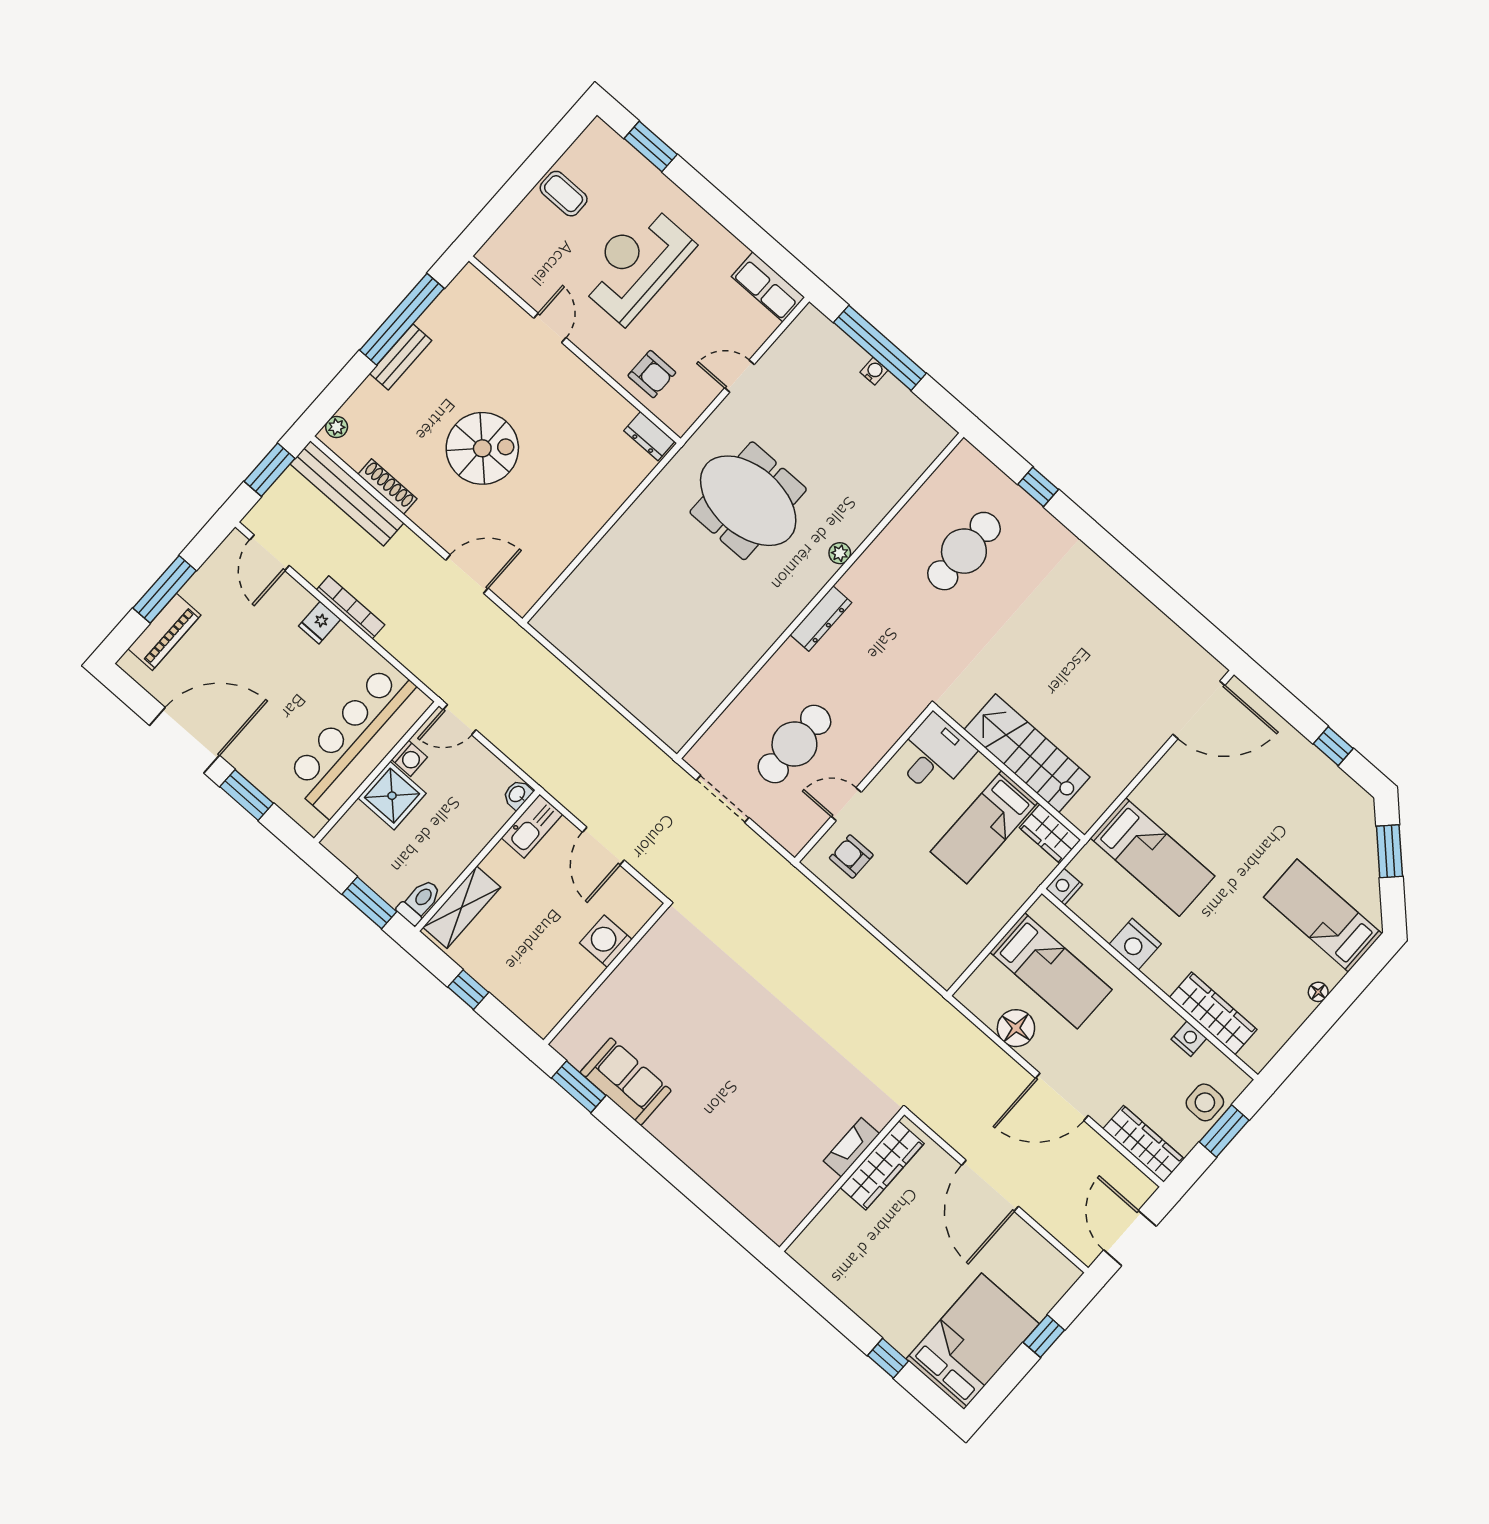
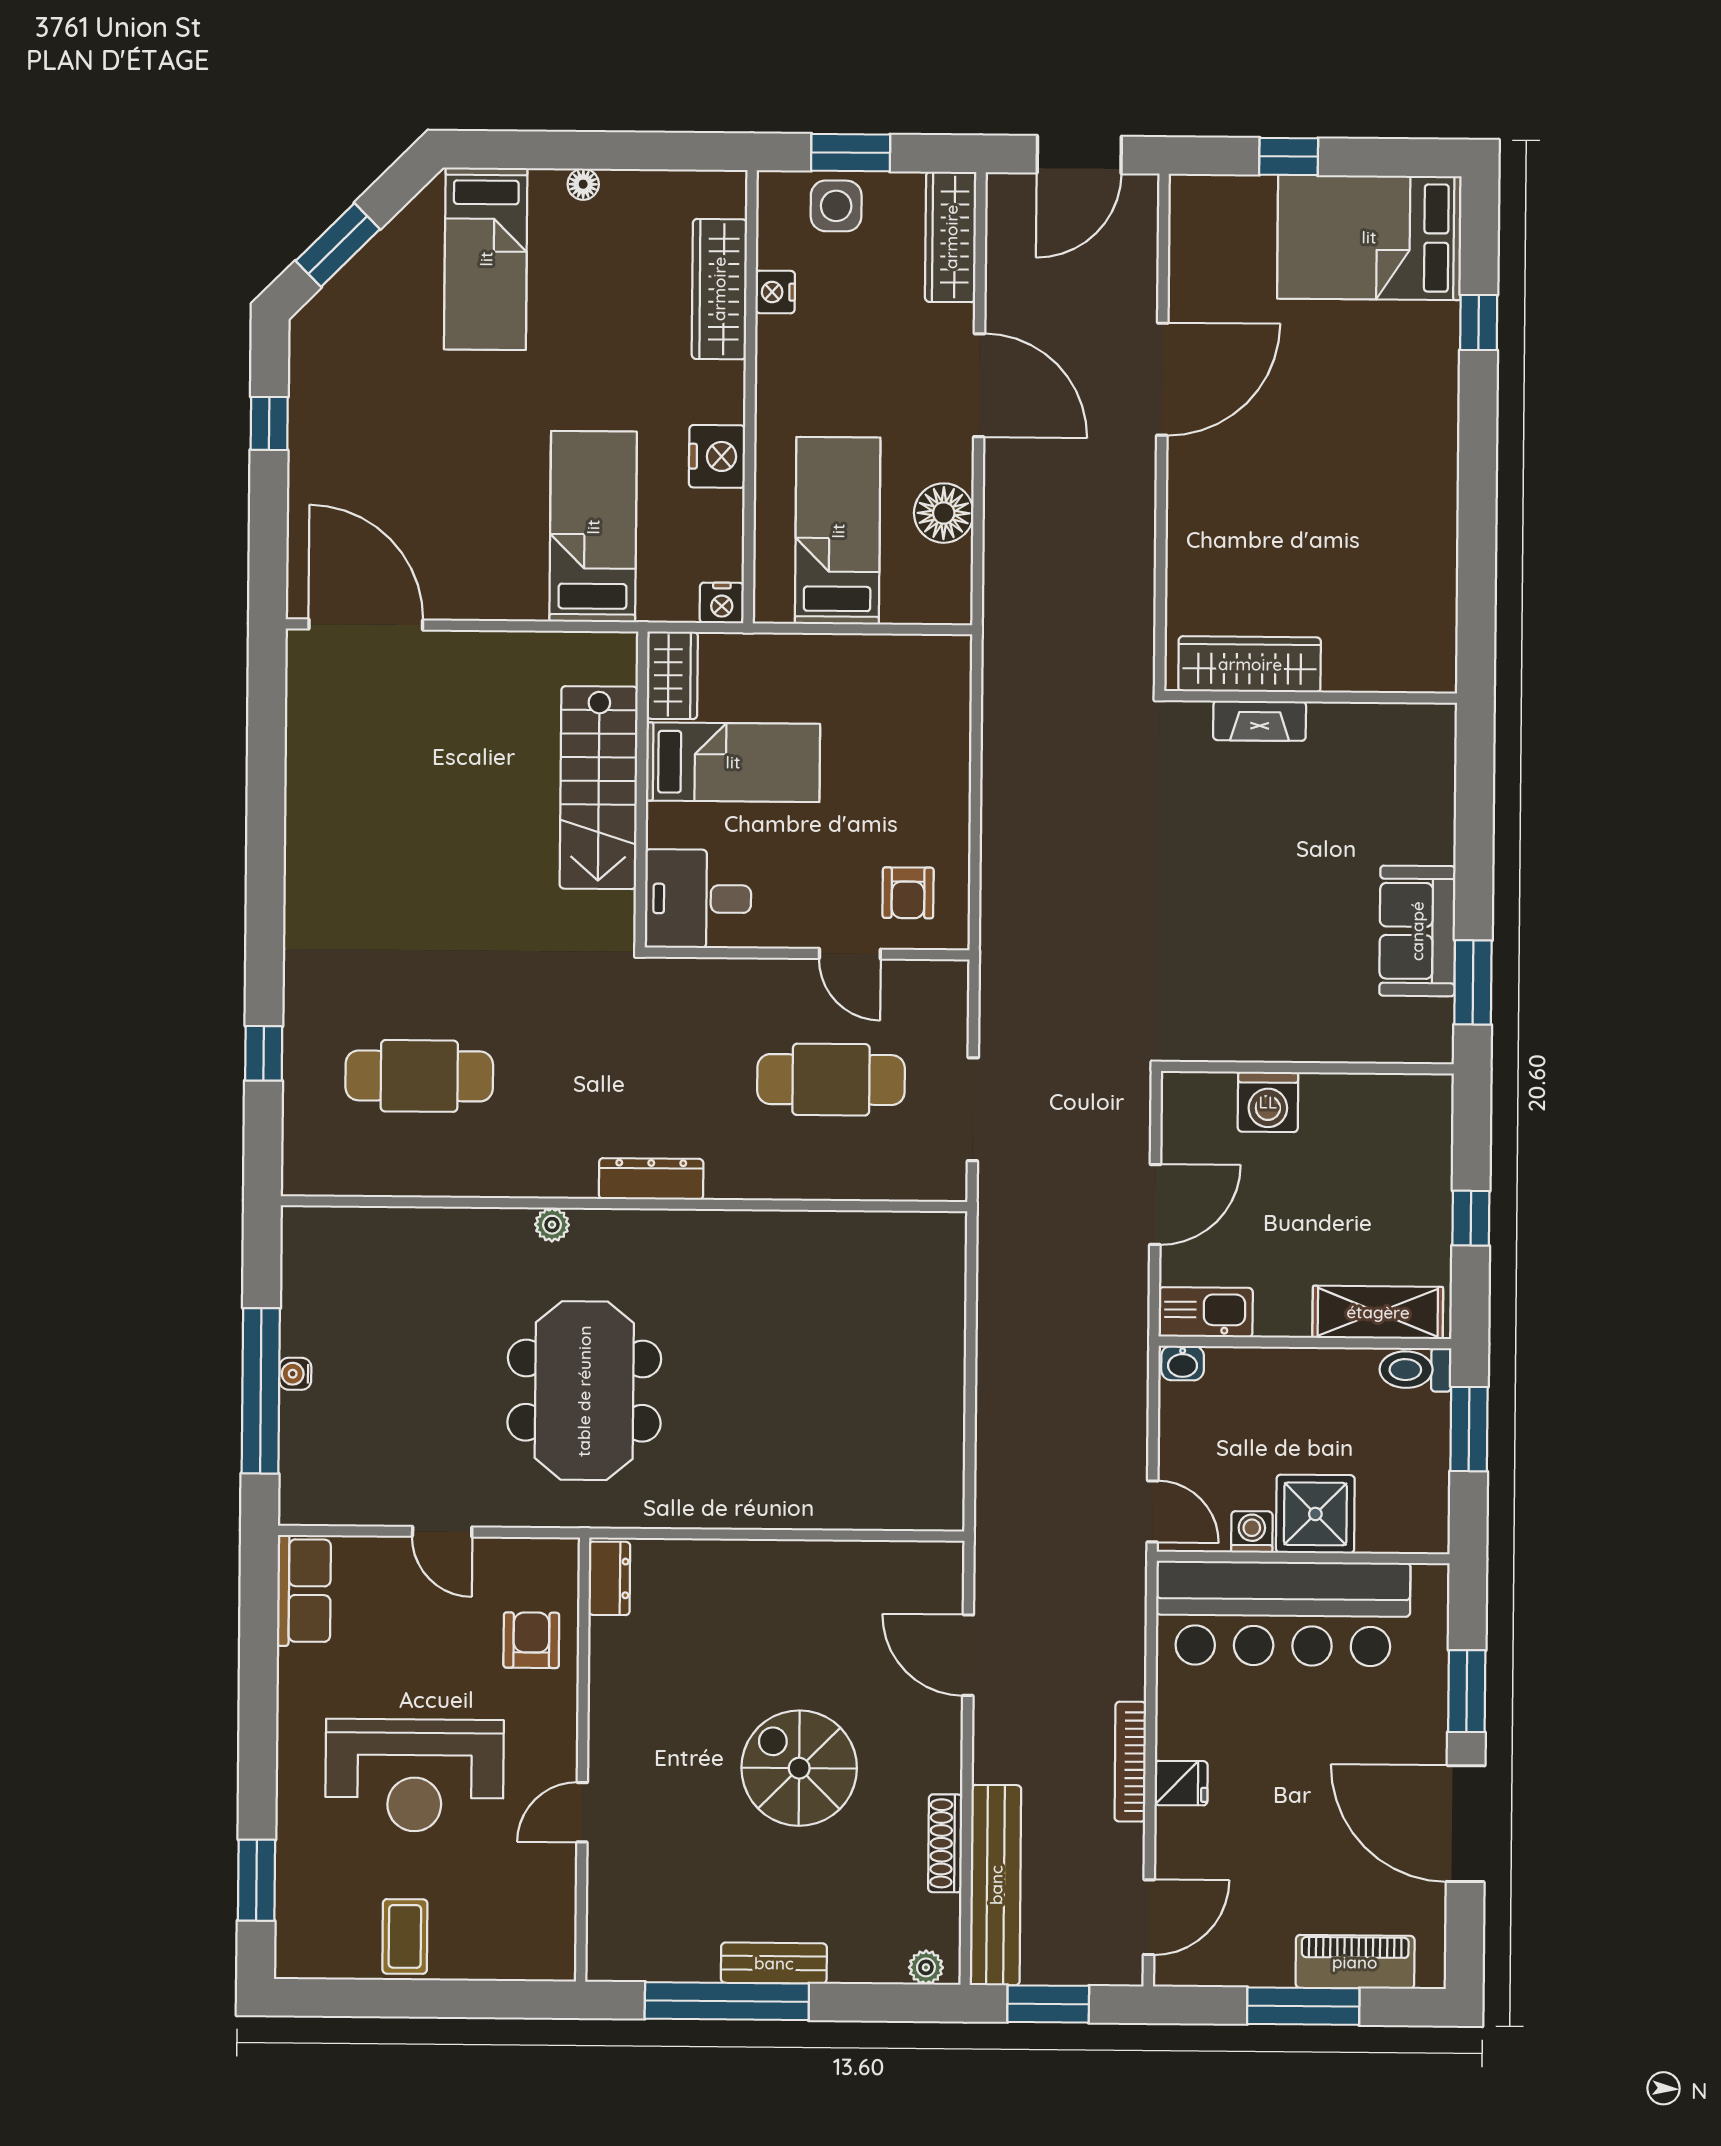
fireplace: (851, 1147) -> (1260, 721), moved
wardrobe: (882, 1166) -> (1250, 664), moved
wall: (842, 1181) -> (1311, 697), moved

